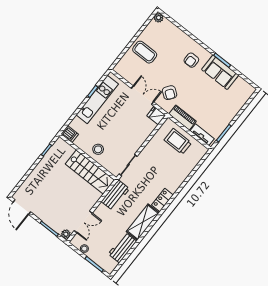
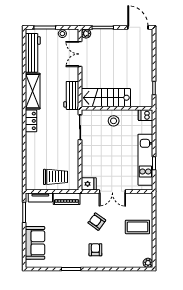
sofa: (220, 72) -> (35, 243), moved, turned 90
armchair: (170, 93) -> (97, 222), moved
workbench: (122, 248) -> (33, 53), width x1.38

